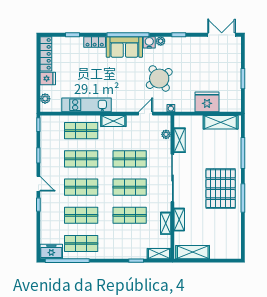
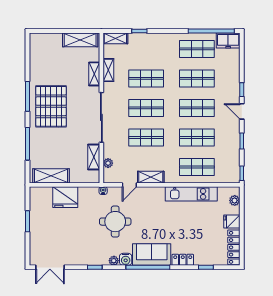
round table: (159, 78) -> (115, 222), turned 35
shelving: (113, 121) -> (151, 177), moved

